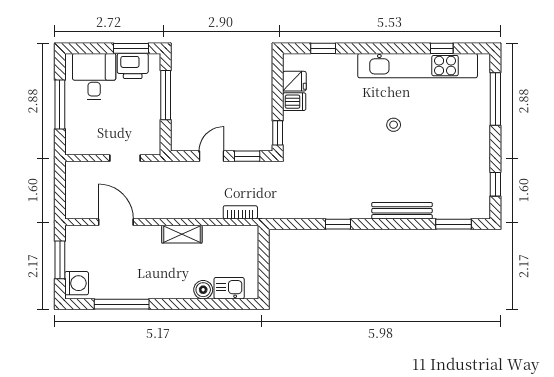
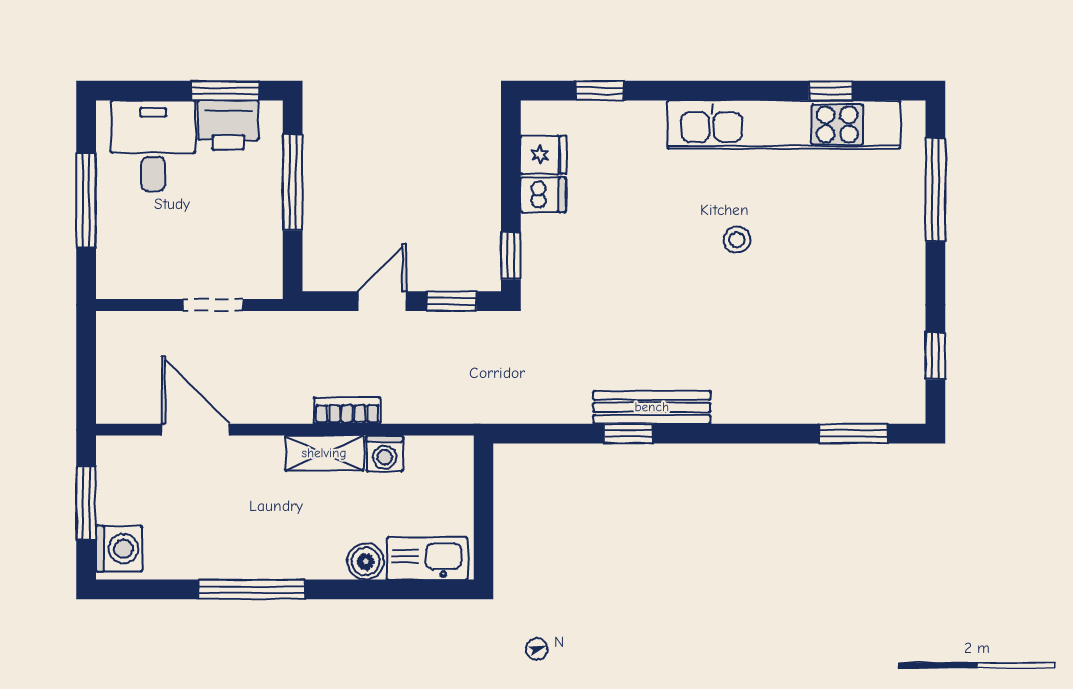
bench: (402, 211) -> (652, 407), moved
bookcase: (240, 212) -> (347, 411), moved
washing machine: (213, 234) -> (385, 454), added
kitchen sink: (229, 288) -> (427, 558), width x1.38
window: (122, 304) -> (252, 589), moved

